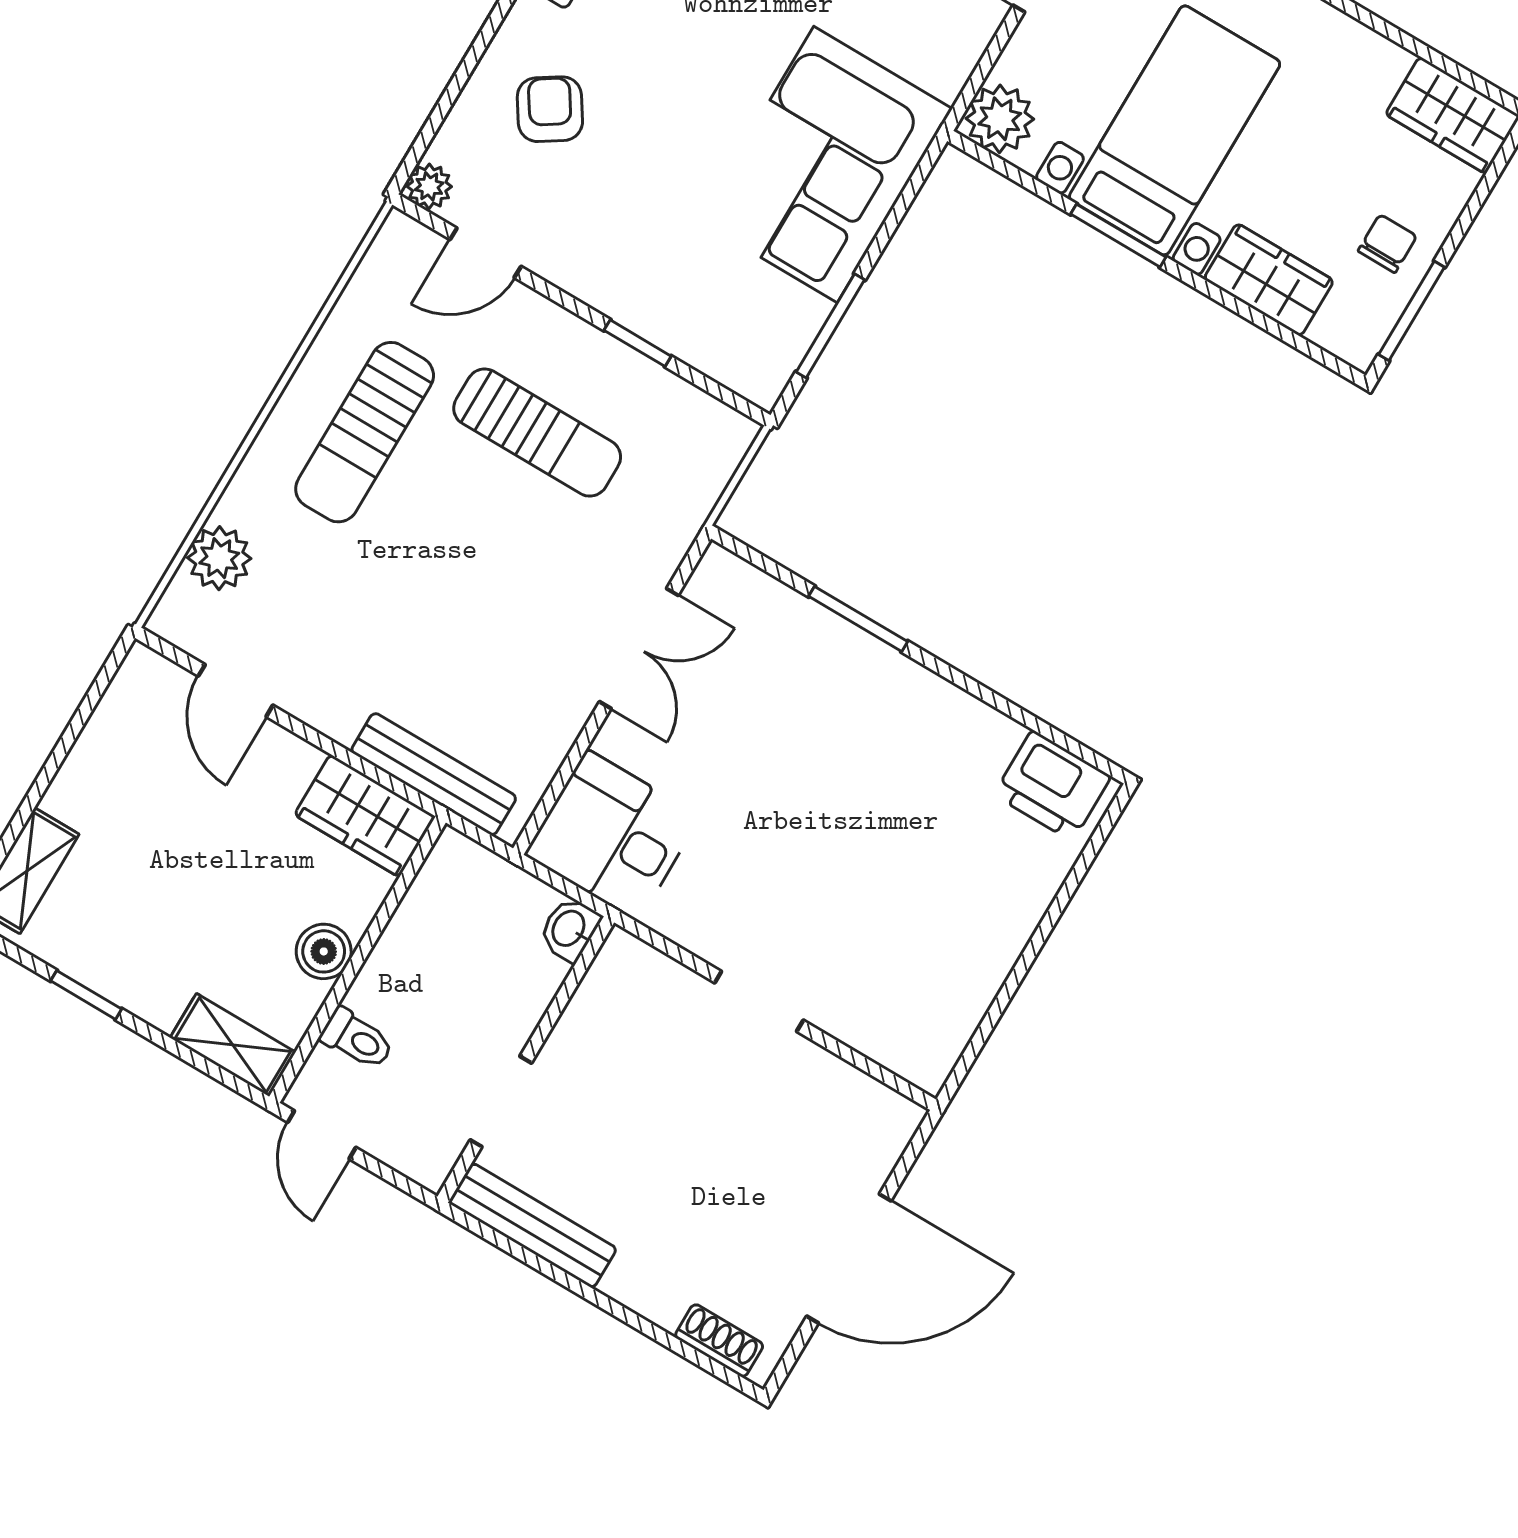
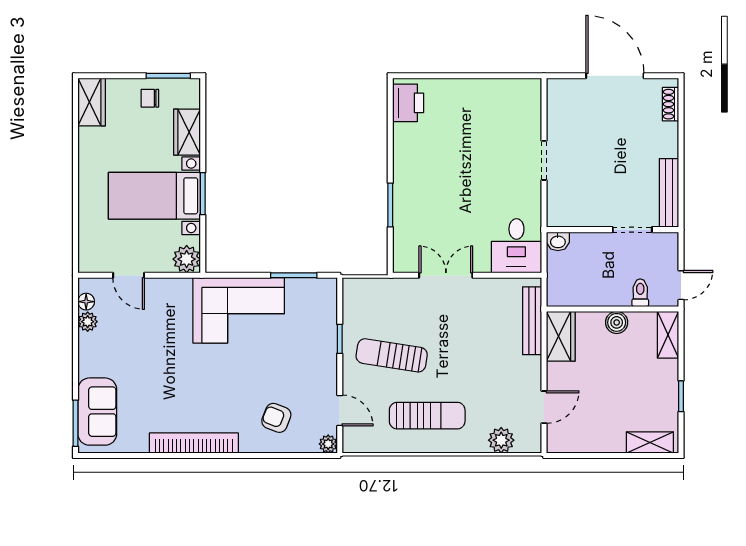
armchair: (550, 109) -> (276, 418), turned 54
sun lounger: (537, 433) -> (392, 355), turned -81

